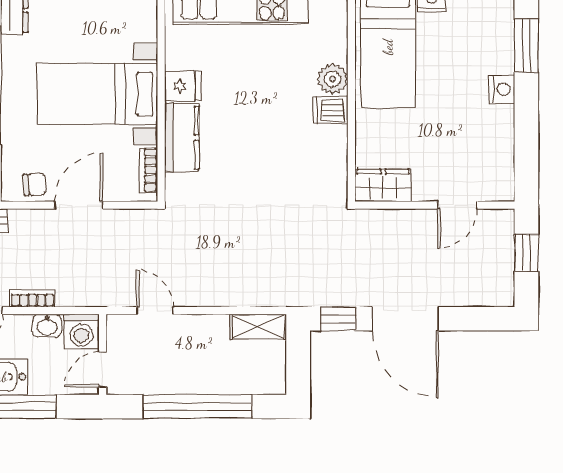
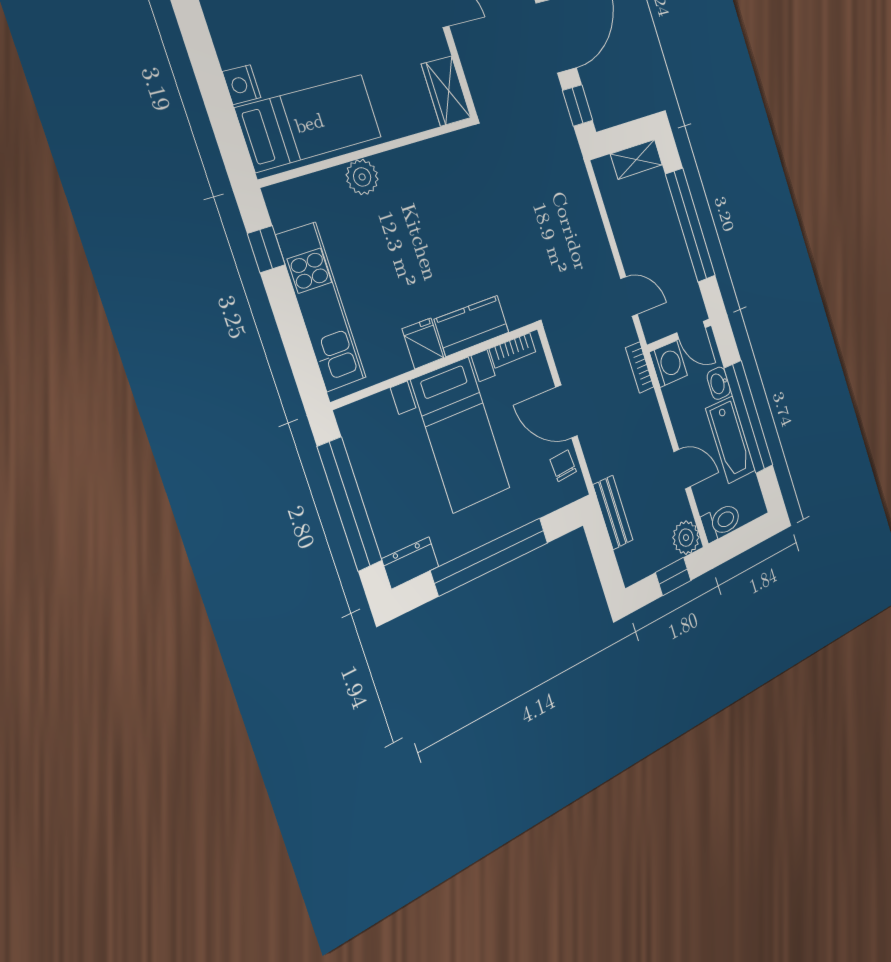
dishwasher: (330, 110) -> (394, 170), removed
bookcase: (33, 298) -> (640, 367), moved
door: (155, 311) -> (629, 296), swing flipped
washbasin: (47, 326) -> (719, 383), moved, turned 180
shelving: (258, 327) -> (637, 159), moved, turned 90

